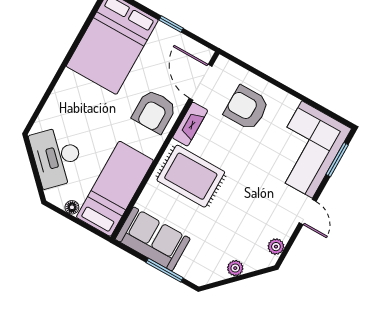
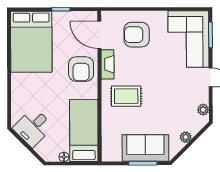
desk: (57, 157) -> (33, 127), width x0.73
rug: (191, 176) -> (126, 96), width x0.73, depth x0.70
sofa: (153, 239) -> (145, 148), moved

